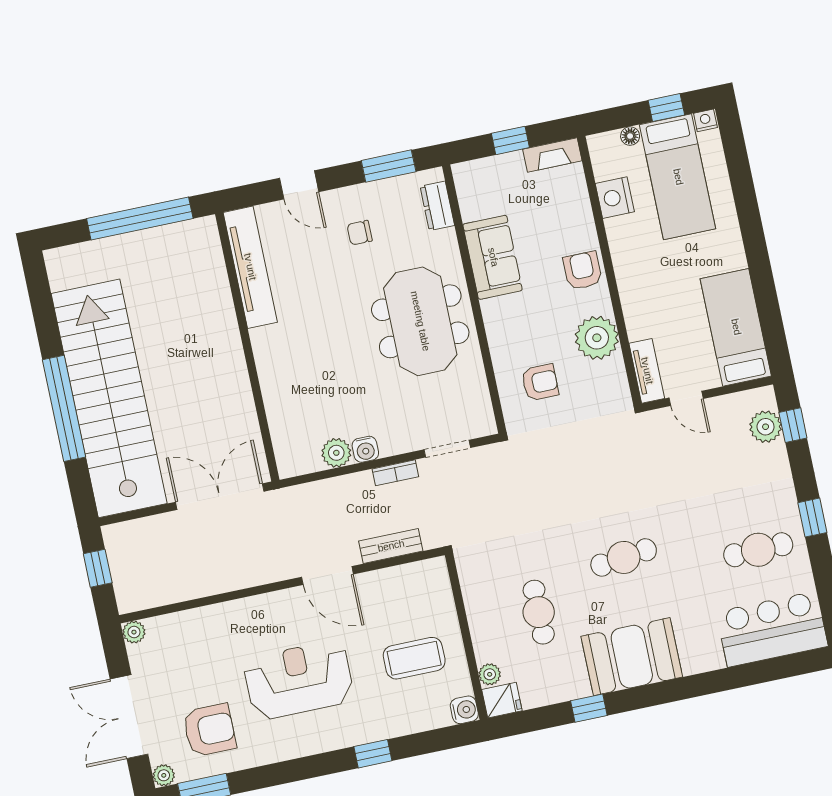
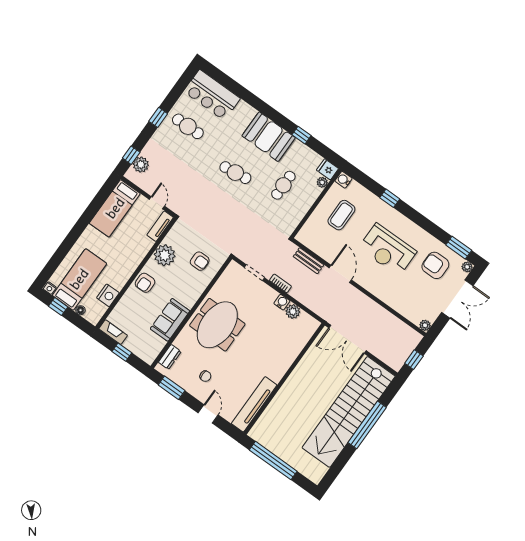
armchair: (540, 382) -> (200, 261), turned 180
coffee table: (414, 658) -> (341, 215), turned 90

